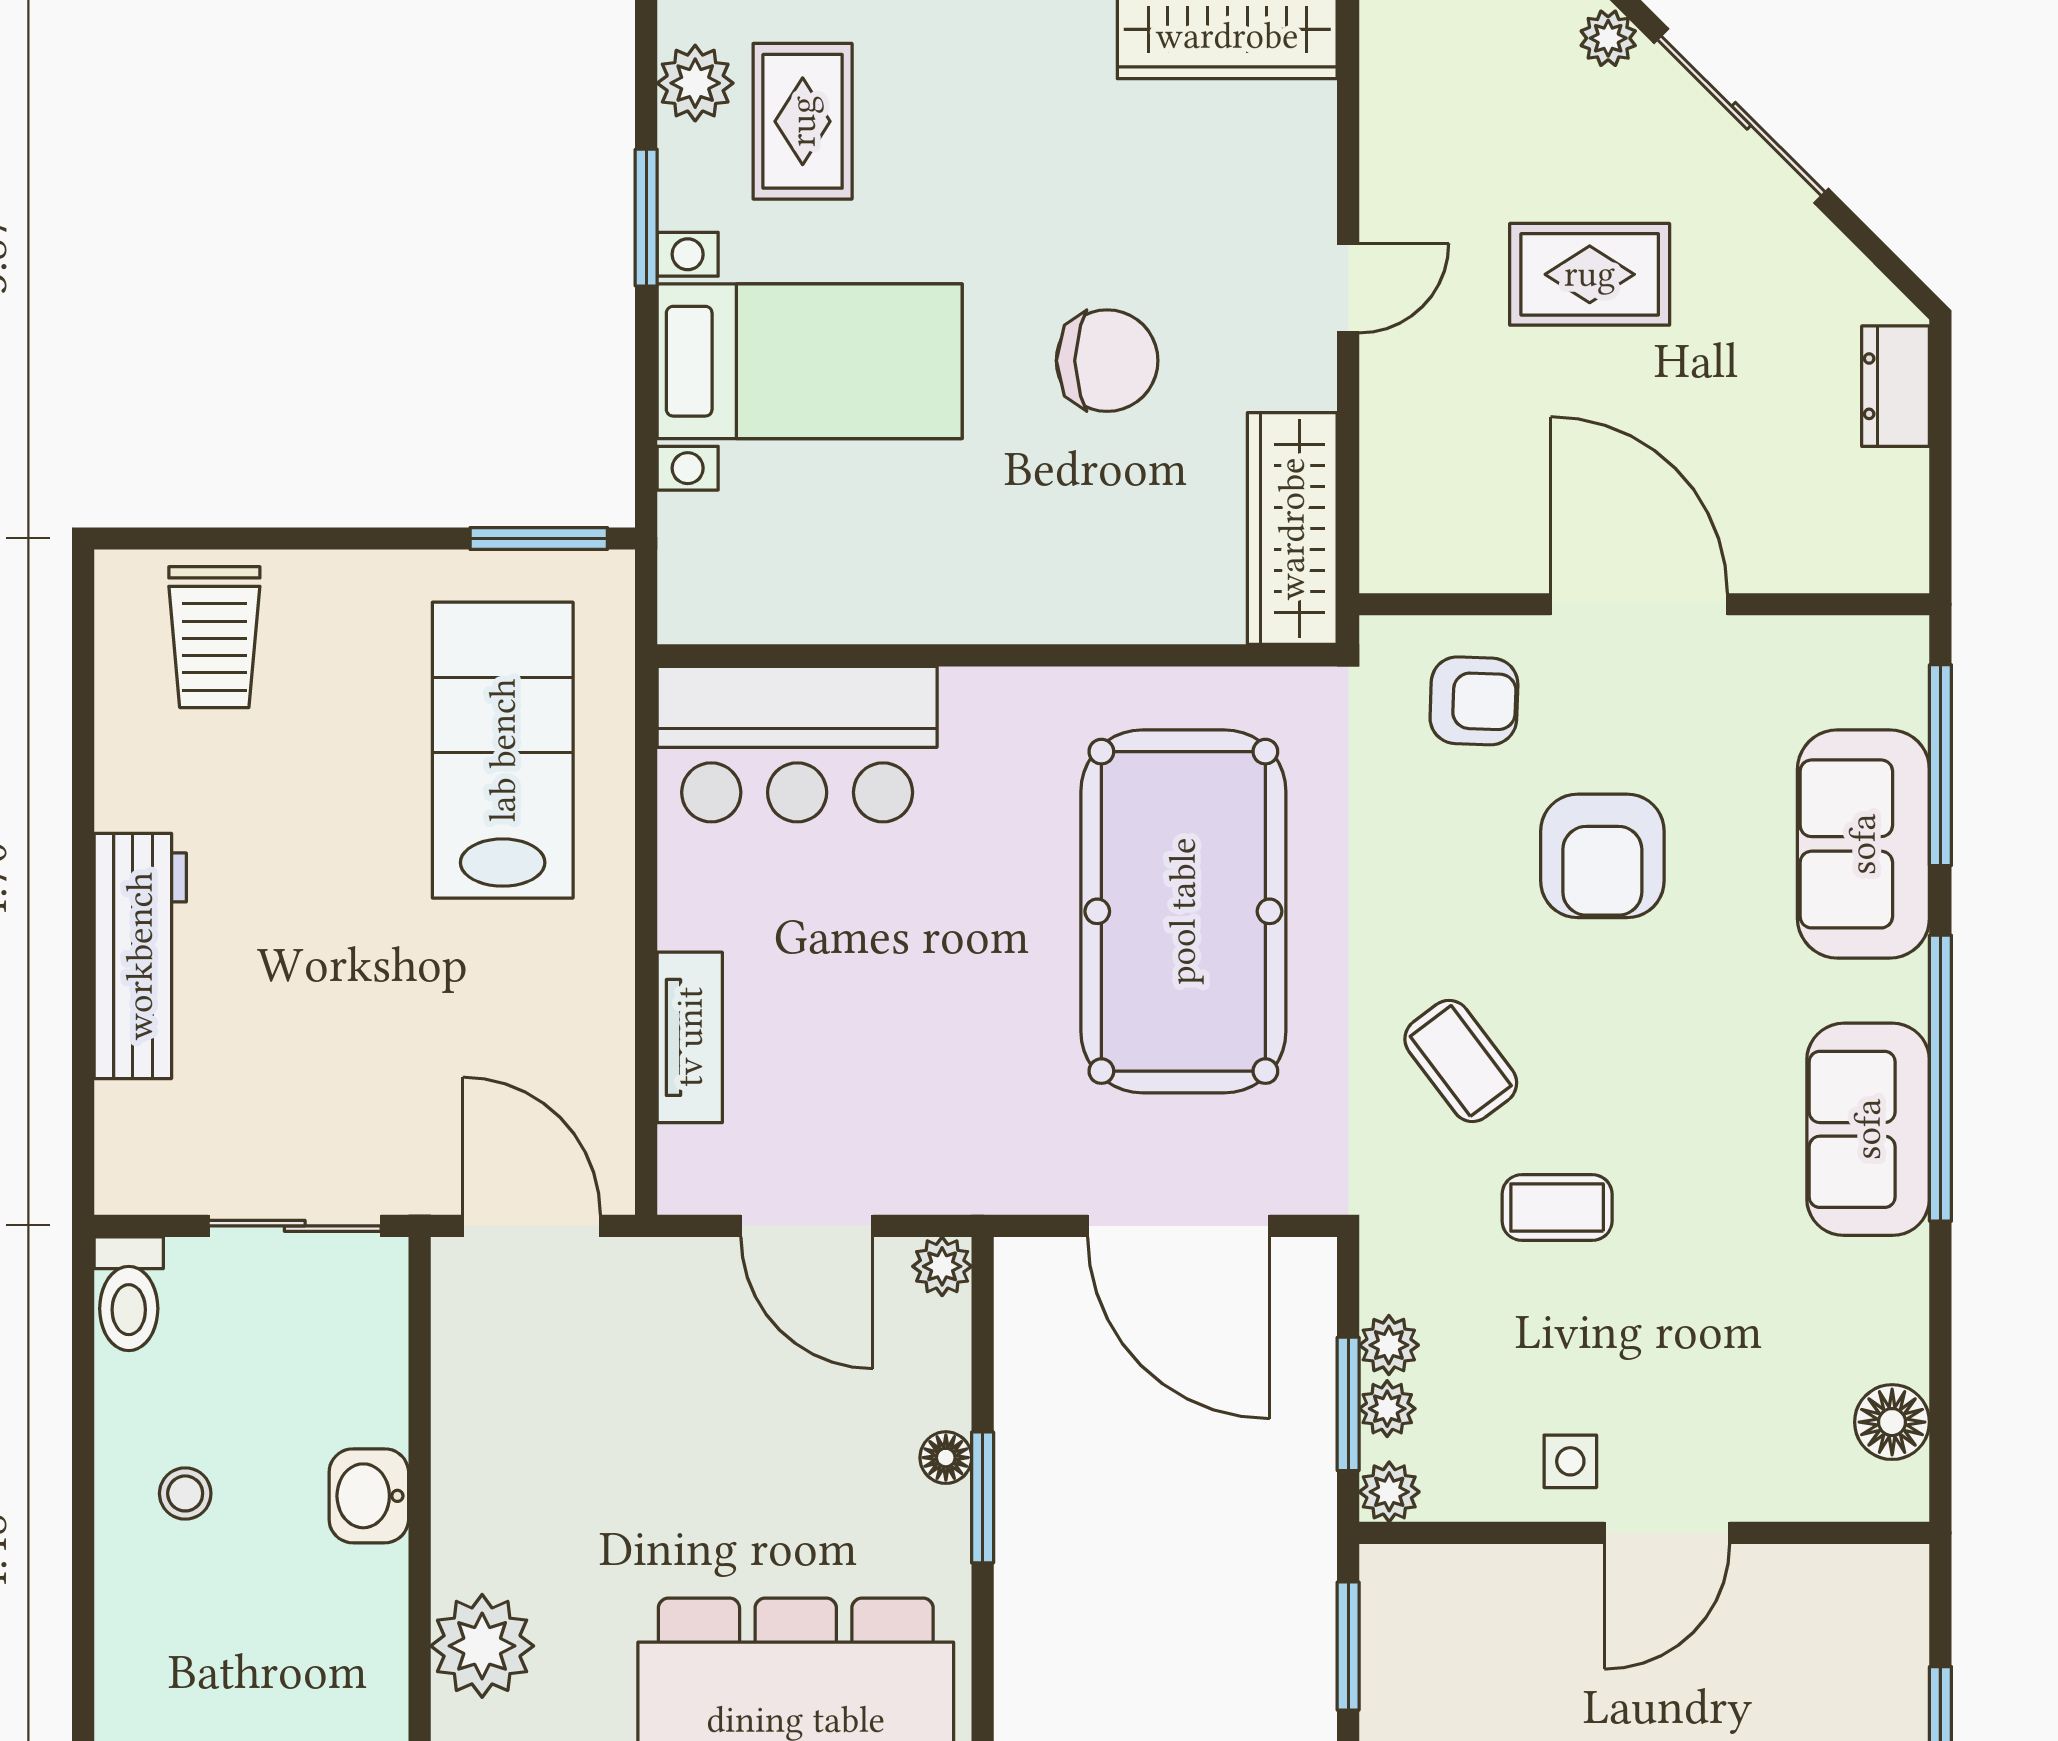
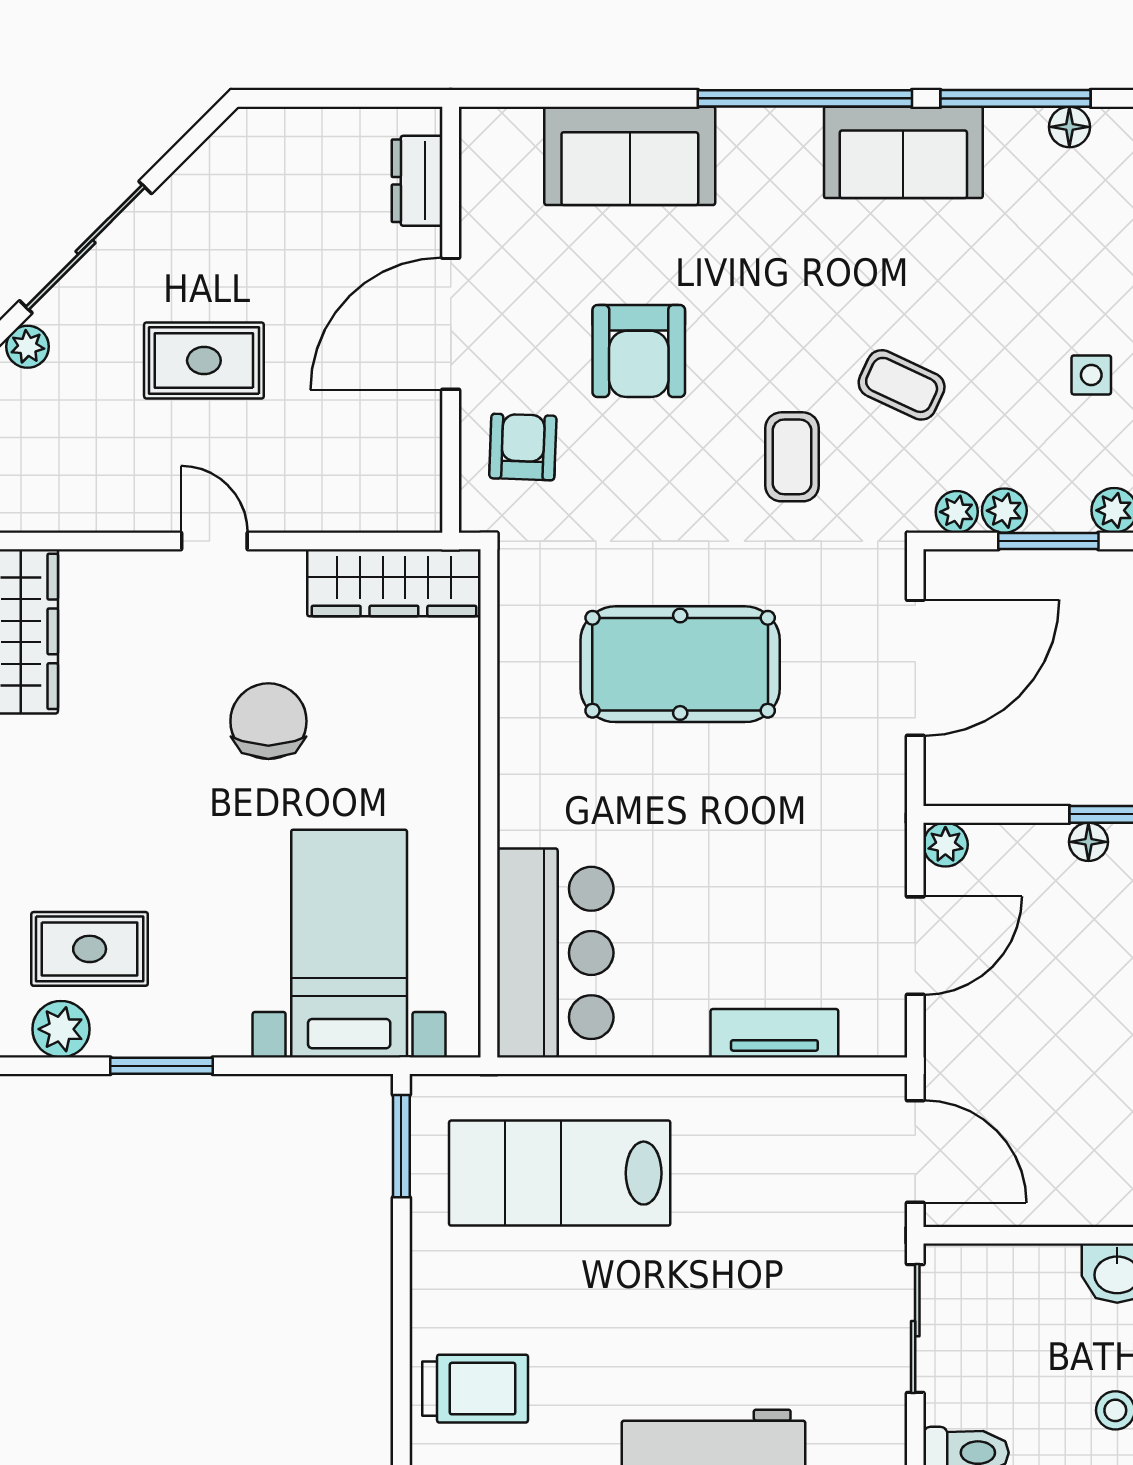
rug: (1590, 274) -> (204, 361), turned 90
bed with nightstands: (810, 361) -> (349, 944), moved
dresser: (1896, 386) -> (417, 181), moved, turned 90
window: (1940, 765) -> (1016, 98), moved
armchair: (1602, 856) -> (639, 351), turned 90
pool table: (1183, 911) -> (680, 664), width x0.73, depth x0.76
coffee table: (1461, 1061) -> (792, 457), turned -53
sofa: (1868, 1129) -> (903, 152), moved
coffee table: (1557, 1208) -> (902, 385), turned -65
door: (532, 1226) -> (915, 1151), swing flipped
plant: (1387, 1409) -> (957, 512), moved
floor lamp: (1892, 1422) -> (1069, 127), width x0.73, depth x0.73

